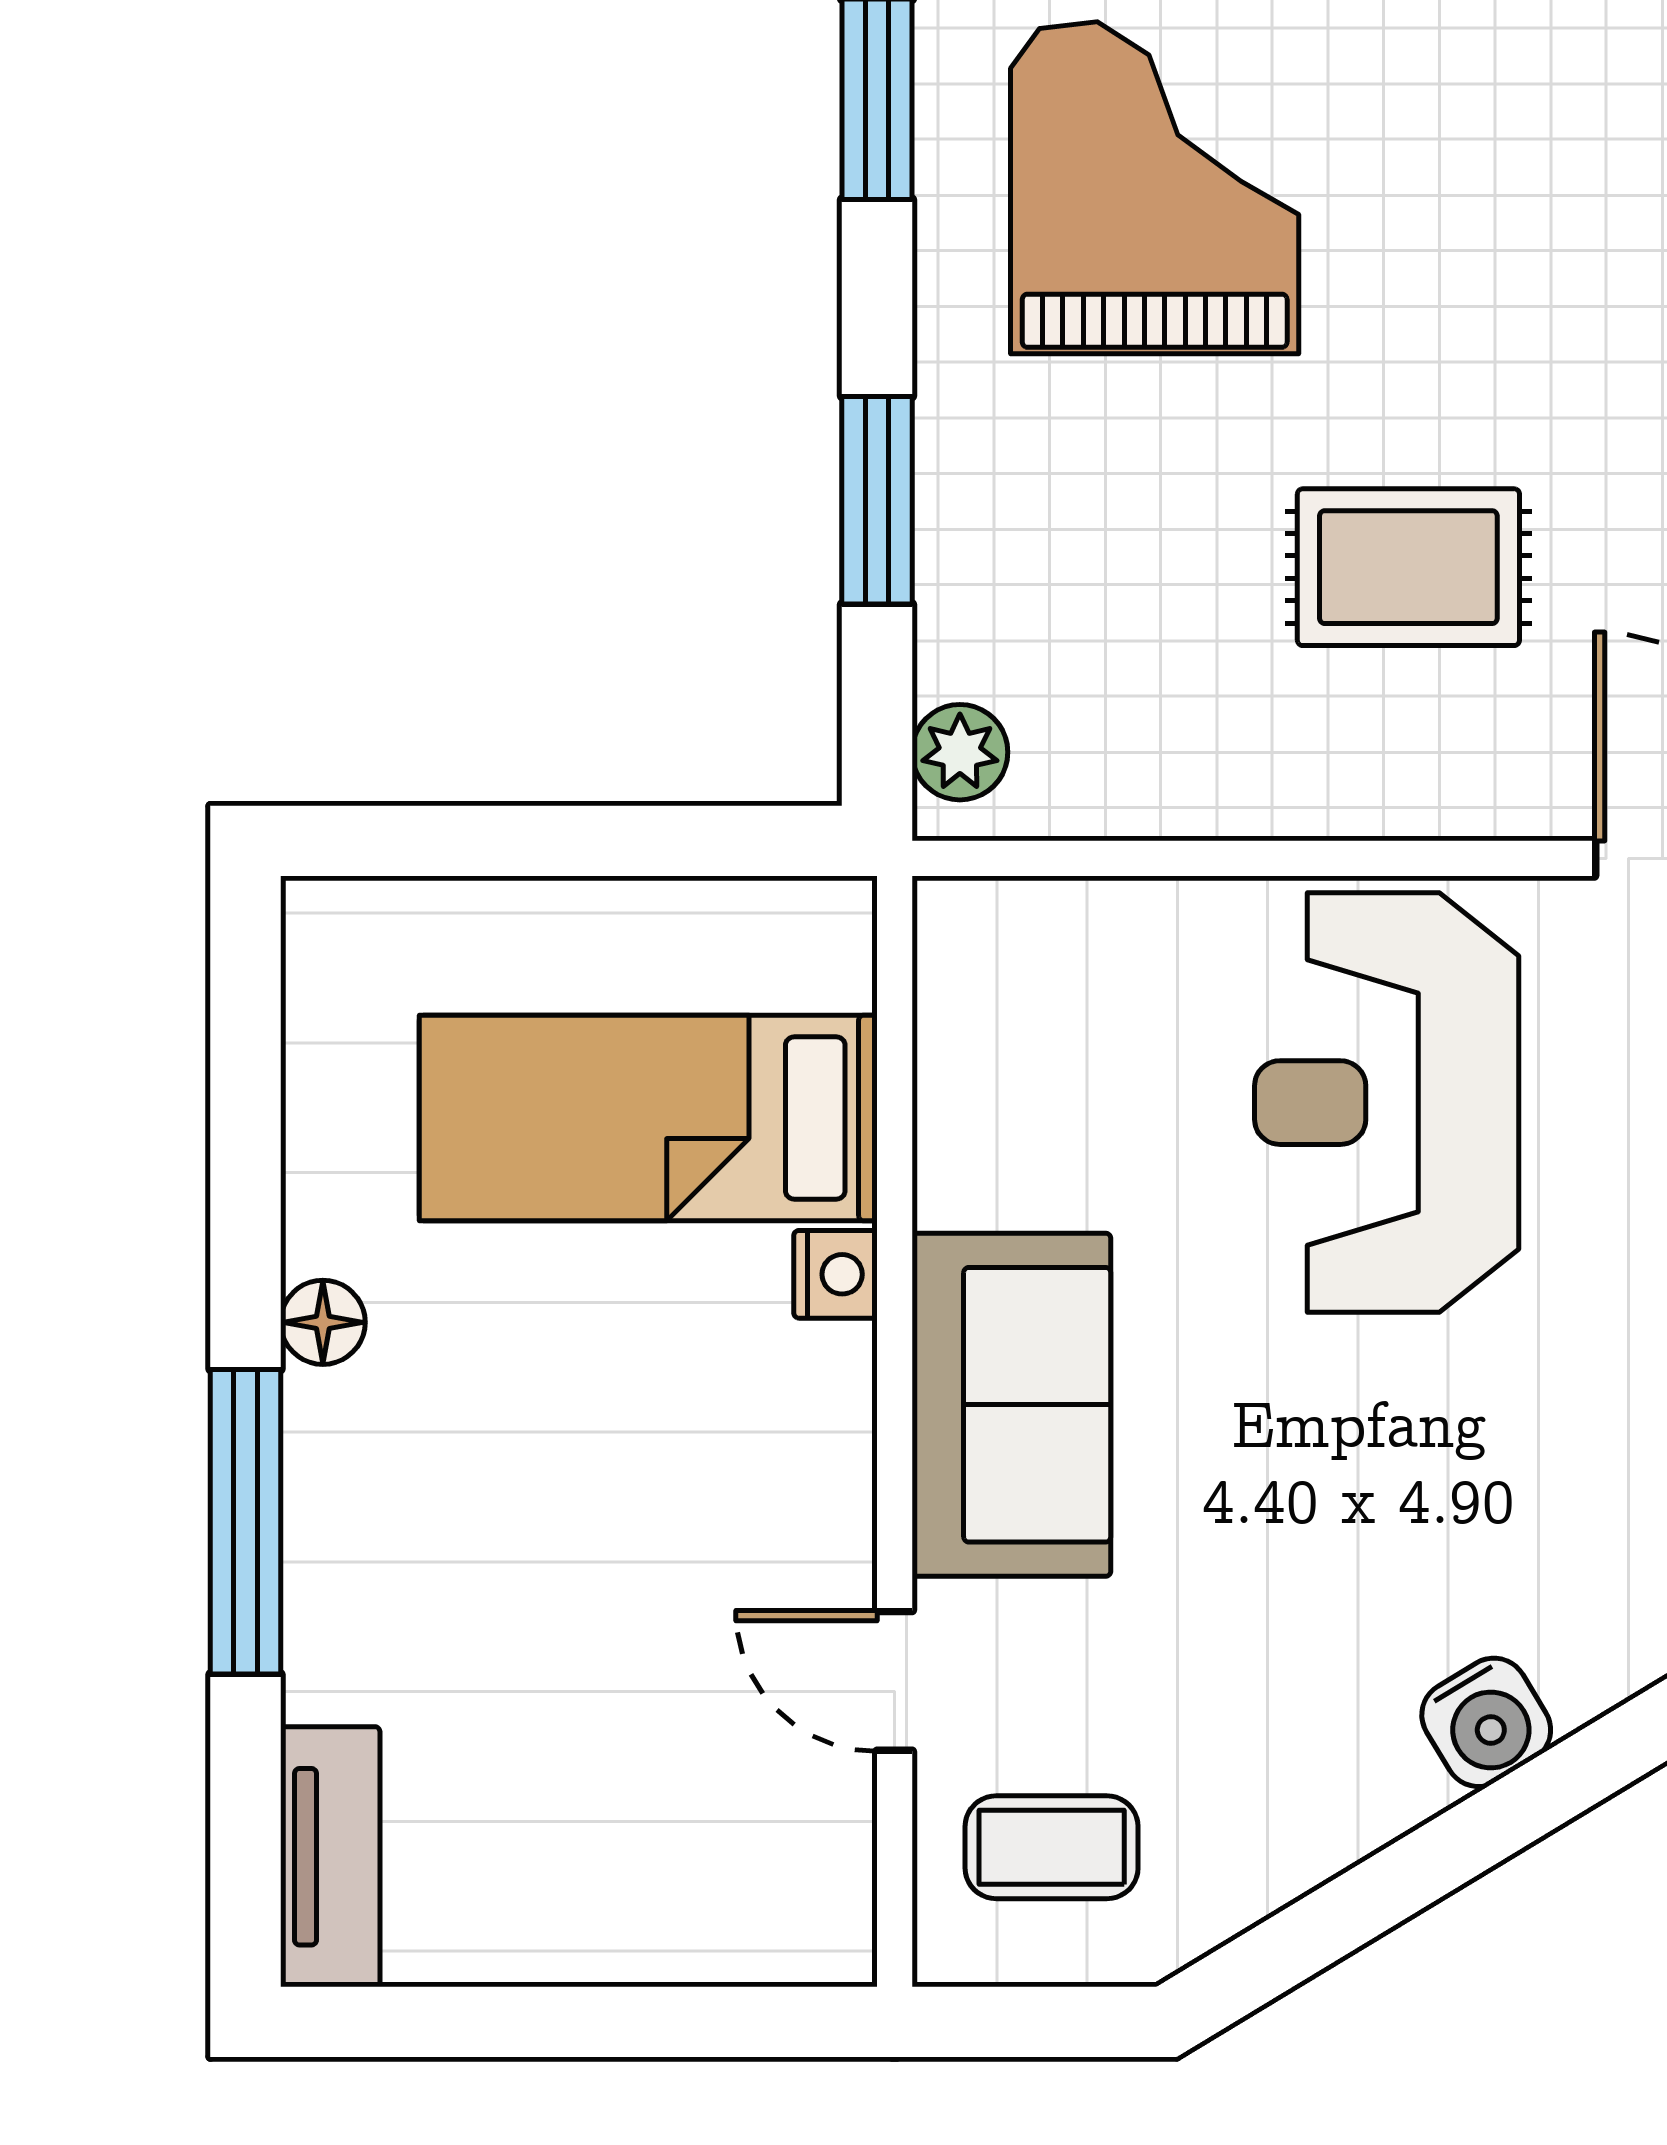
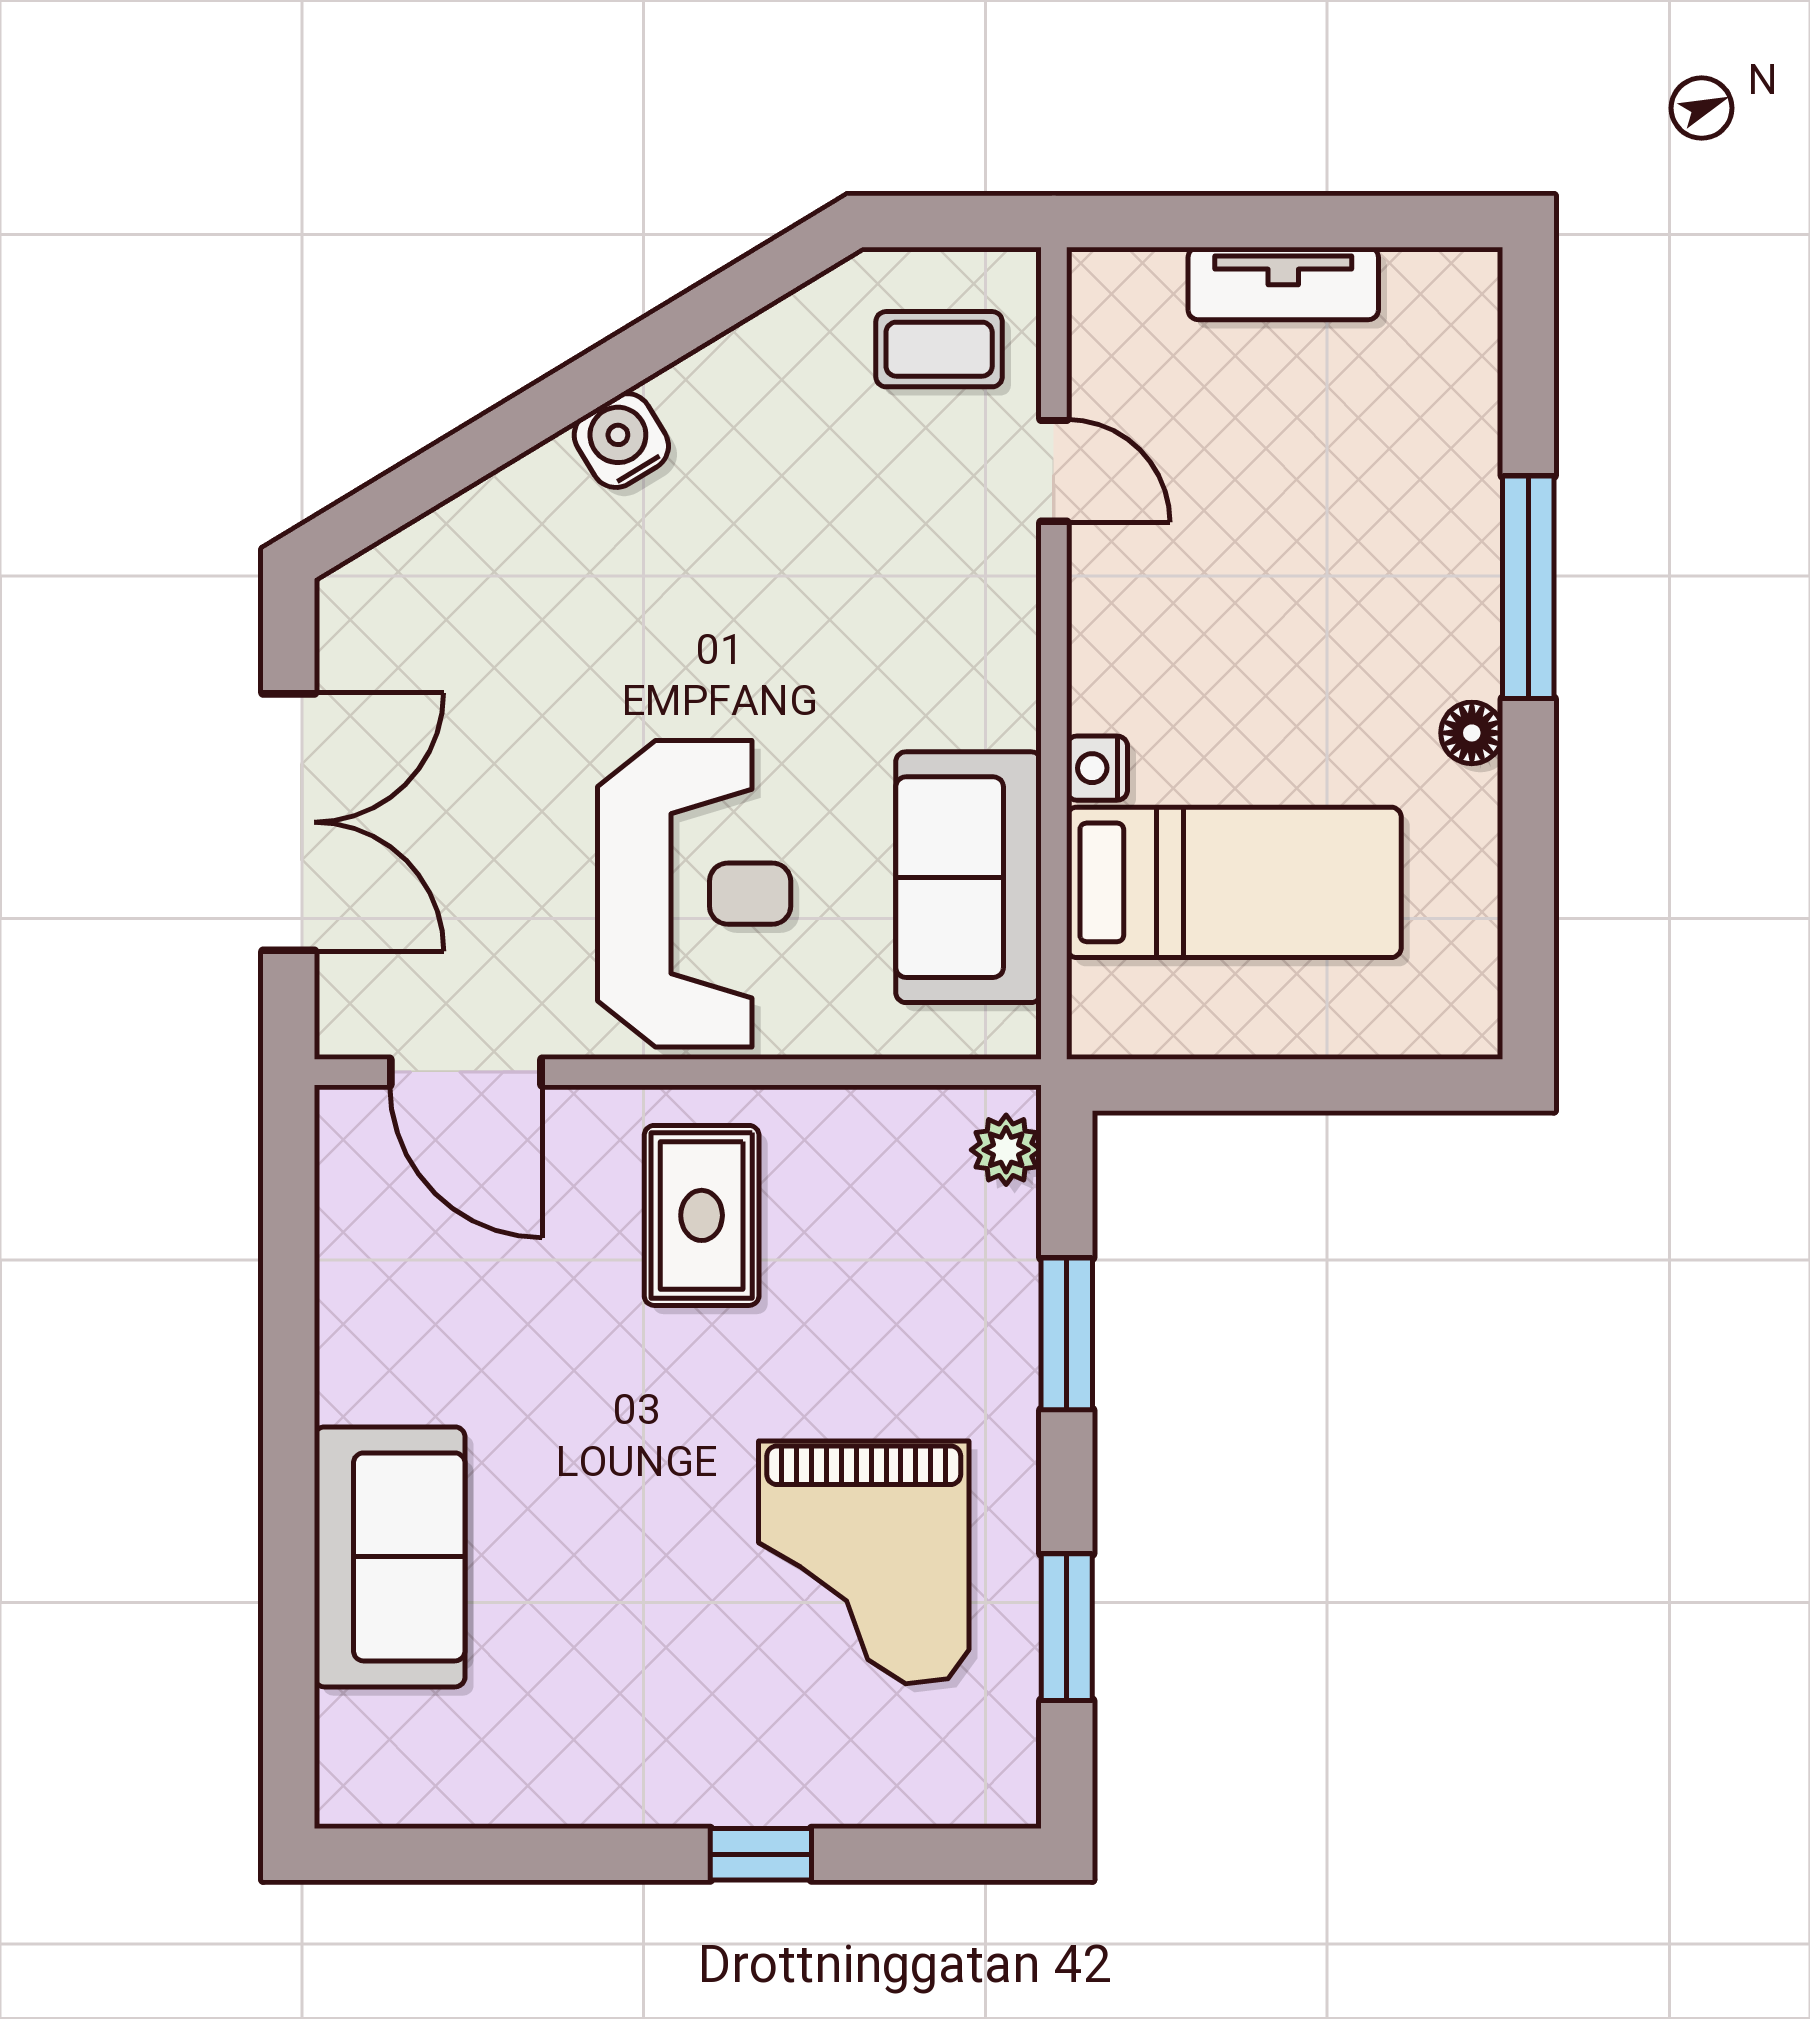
rug: (1408, 567) -> (702, 1215), moved, turned 90
sofa: (1011, 1405) -> (968, 877), moved
tv unit: (330, 1857) -> (1283, 284), moved, turned -90

